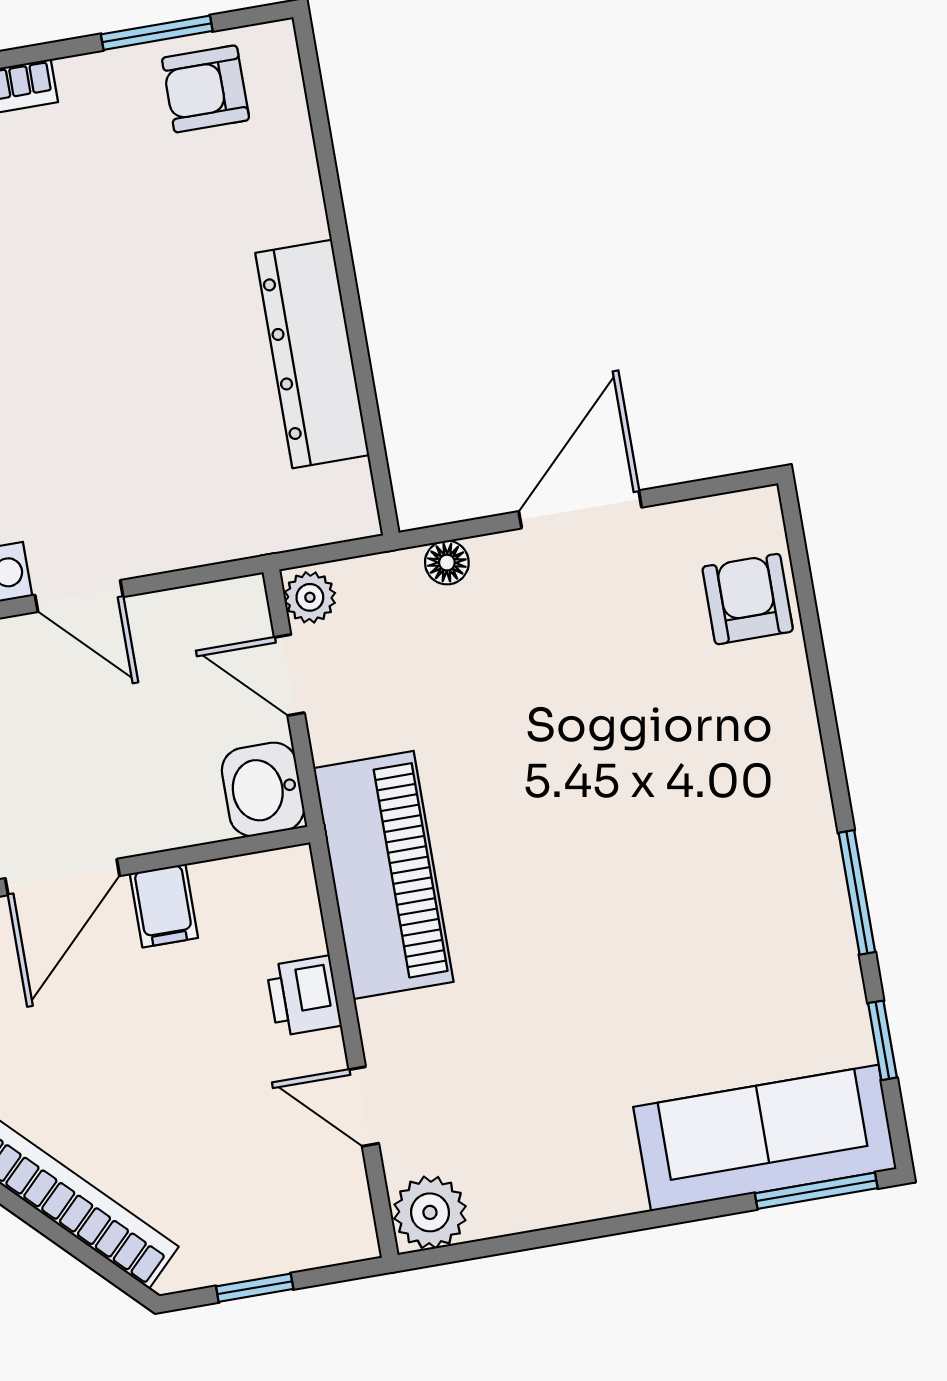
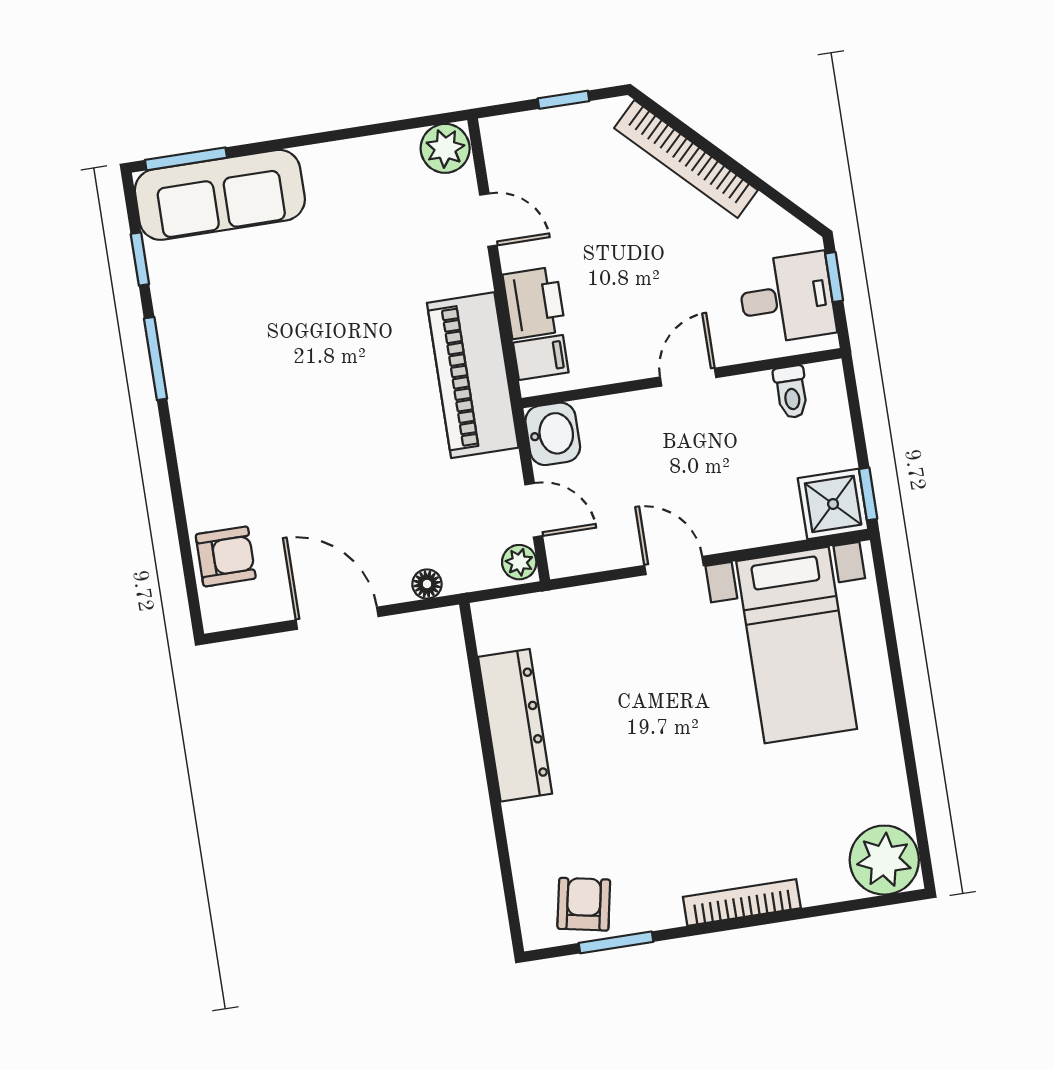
armchair: (206, 89) -> (584, 904), turned -79
door: (580, 509) -> (337, 618), swing flipped
armchair: (748, 599) -> (226, 556), turned -90
door: (62, 877) -> (688, 377), width x0.73
filing cabinet: (164, 906) -> (541, 358), moved, turned 90
printer: (304, 996) -> (534, 303), width x1.36, depth x1.24

